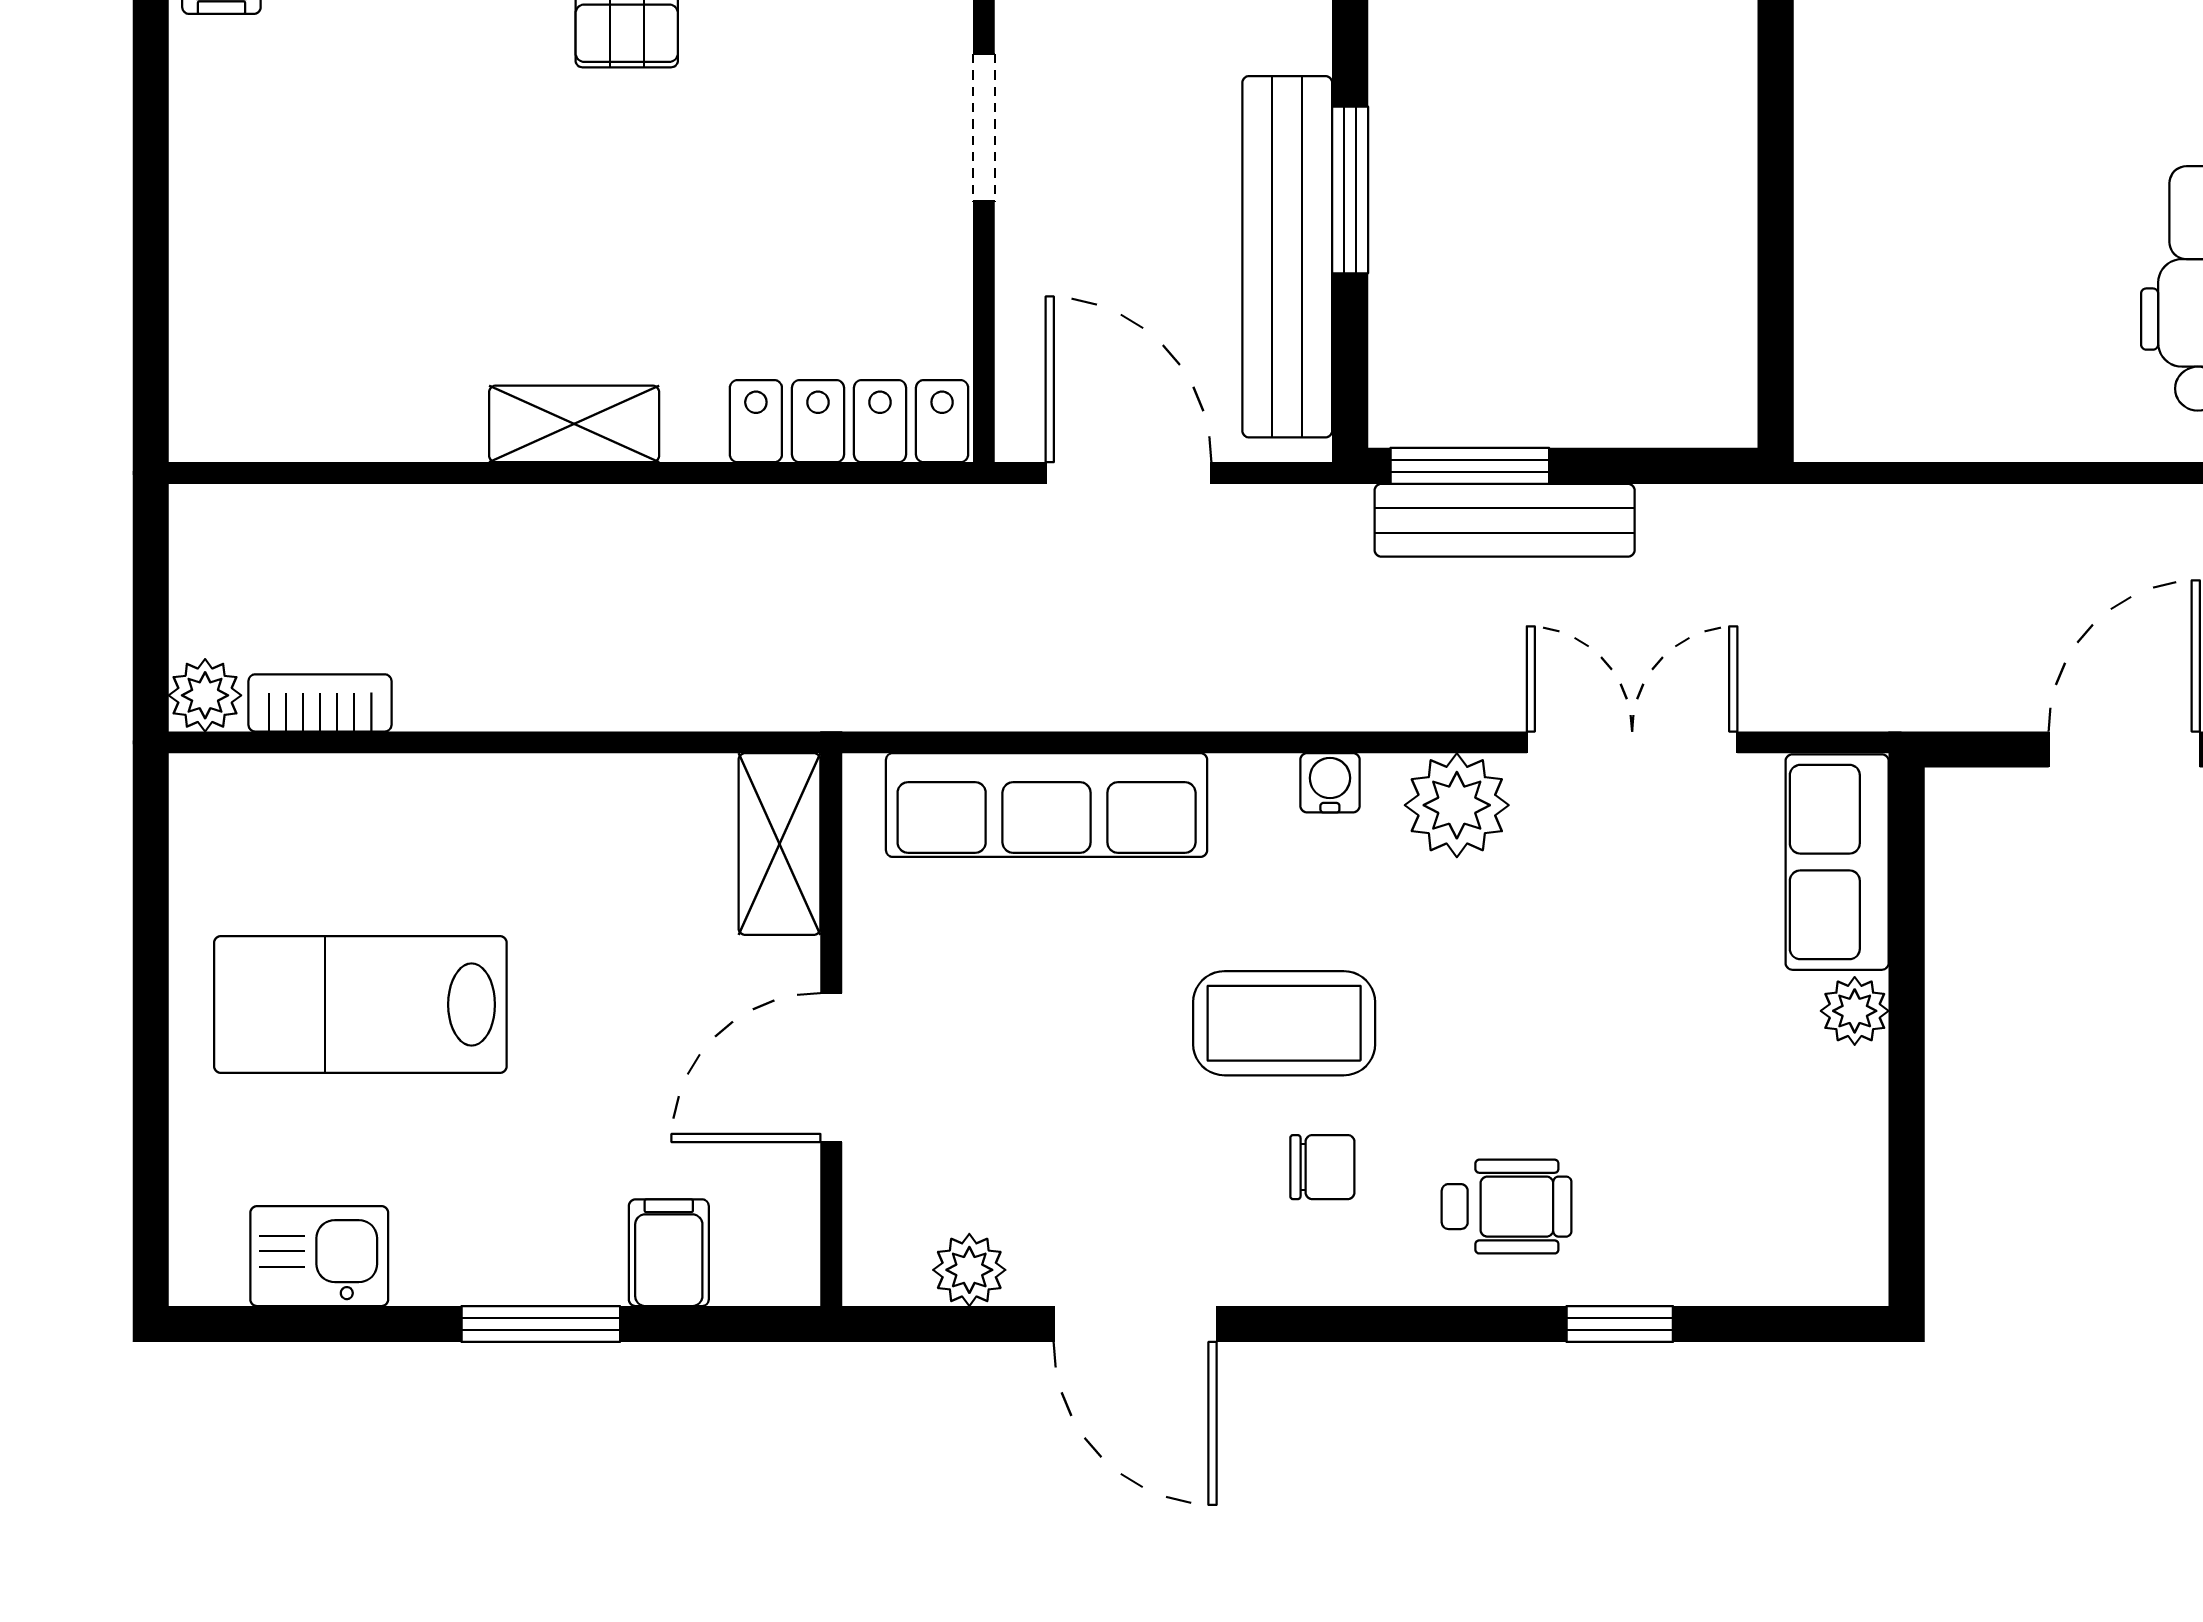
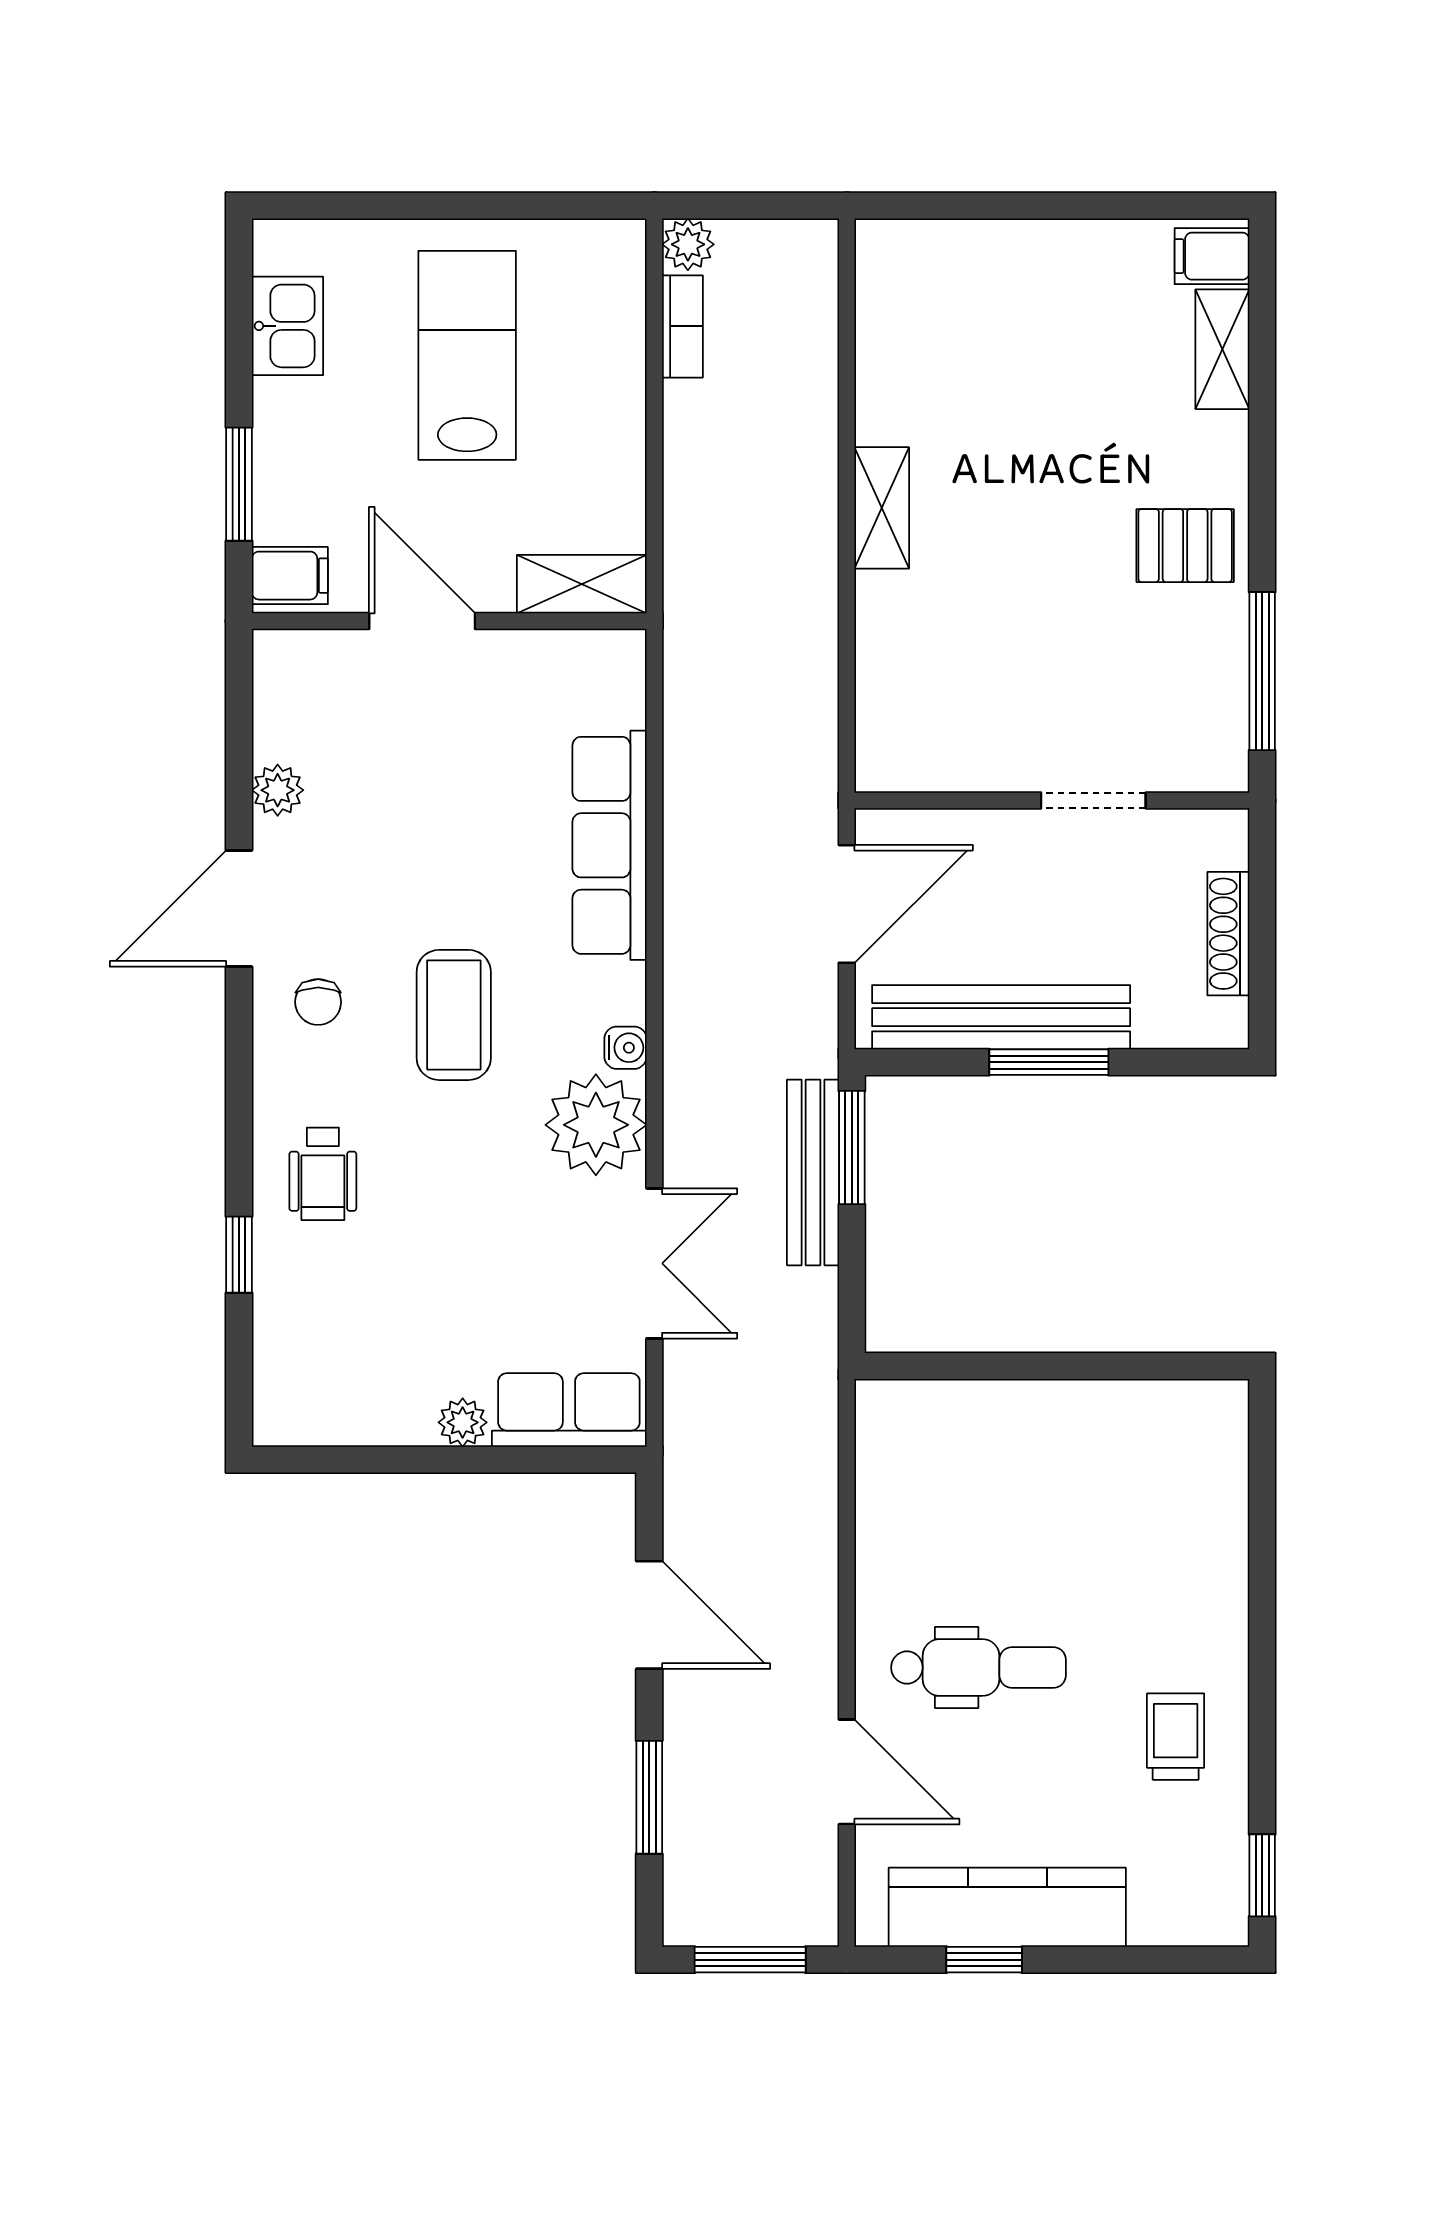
locker: (849, 421) -> (884, 704), removed
plant: (1457, 805) -> (596, 1125), width x1.36, depth x1.36
shelving: (780, 844) -> (582, 584), moved
wall: (831, 1030) -> (449, 621), moved
door: (831, 1068) -> (422, 621), moved
chair: (1322, 1167) -> (318, 1002), moved

